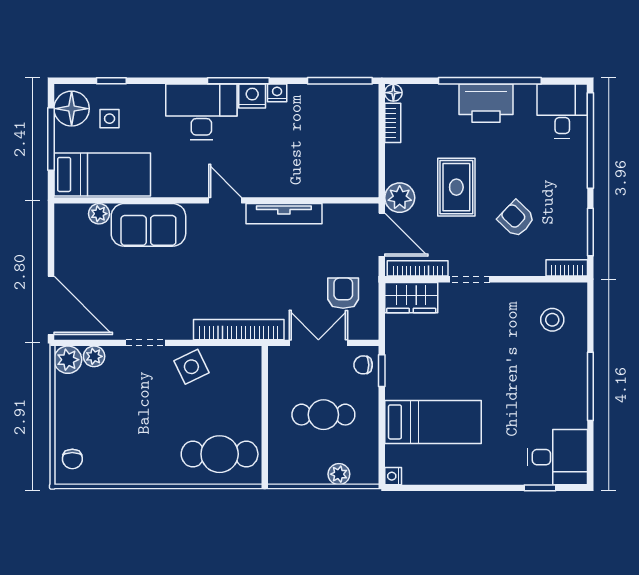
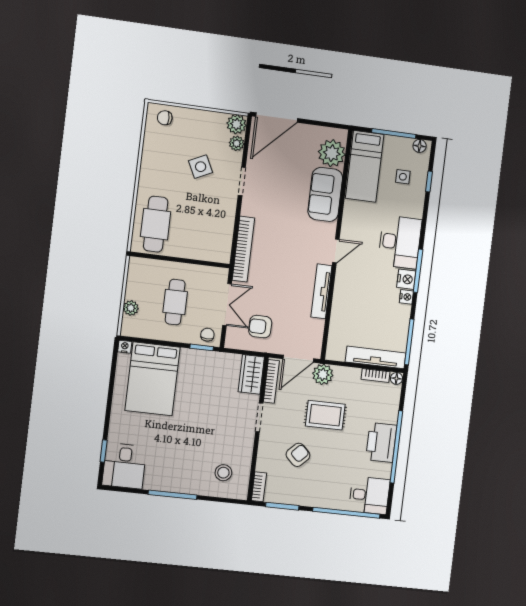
floor lamp: (72, 109) -> (420, 146), width x0.53, depth x0.53
tv unit: (367, 126) -> (376, 357), added
plant: (99, 214) -> (332, 153), width x1.87, depth x1.87
armchair: (343, 293) -> (260, 327), turned 180
side table: (191, 367) -> (201, 167), moved
bed: (433, 422) -> (153, 379), width x1.50

